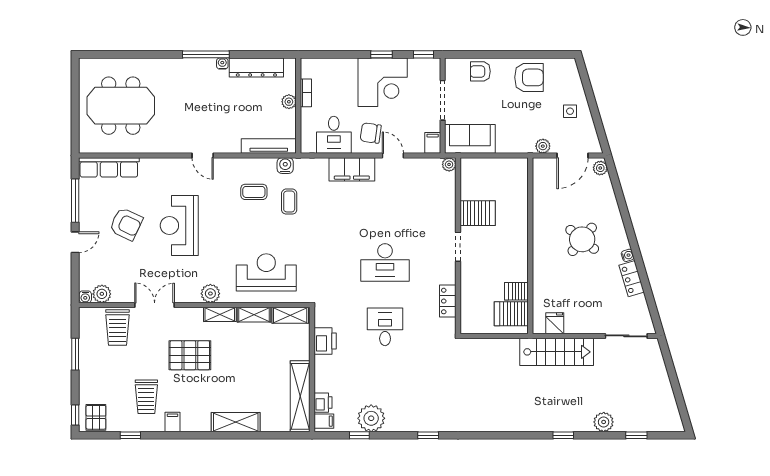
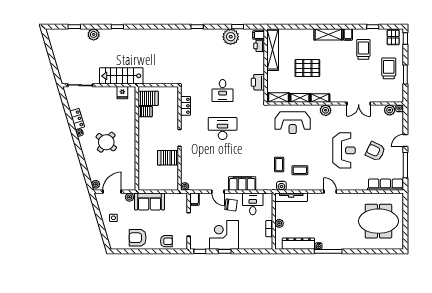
sofa: (470, 139) -> (149, 201), moved
trolley: (117, 328) -> (389, 68), moved
pallet: (190, 355) -> (307, 68), moved
shelving: (236, 422) -> (328, 34), moved

